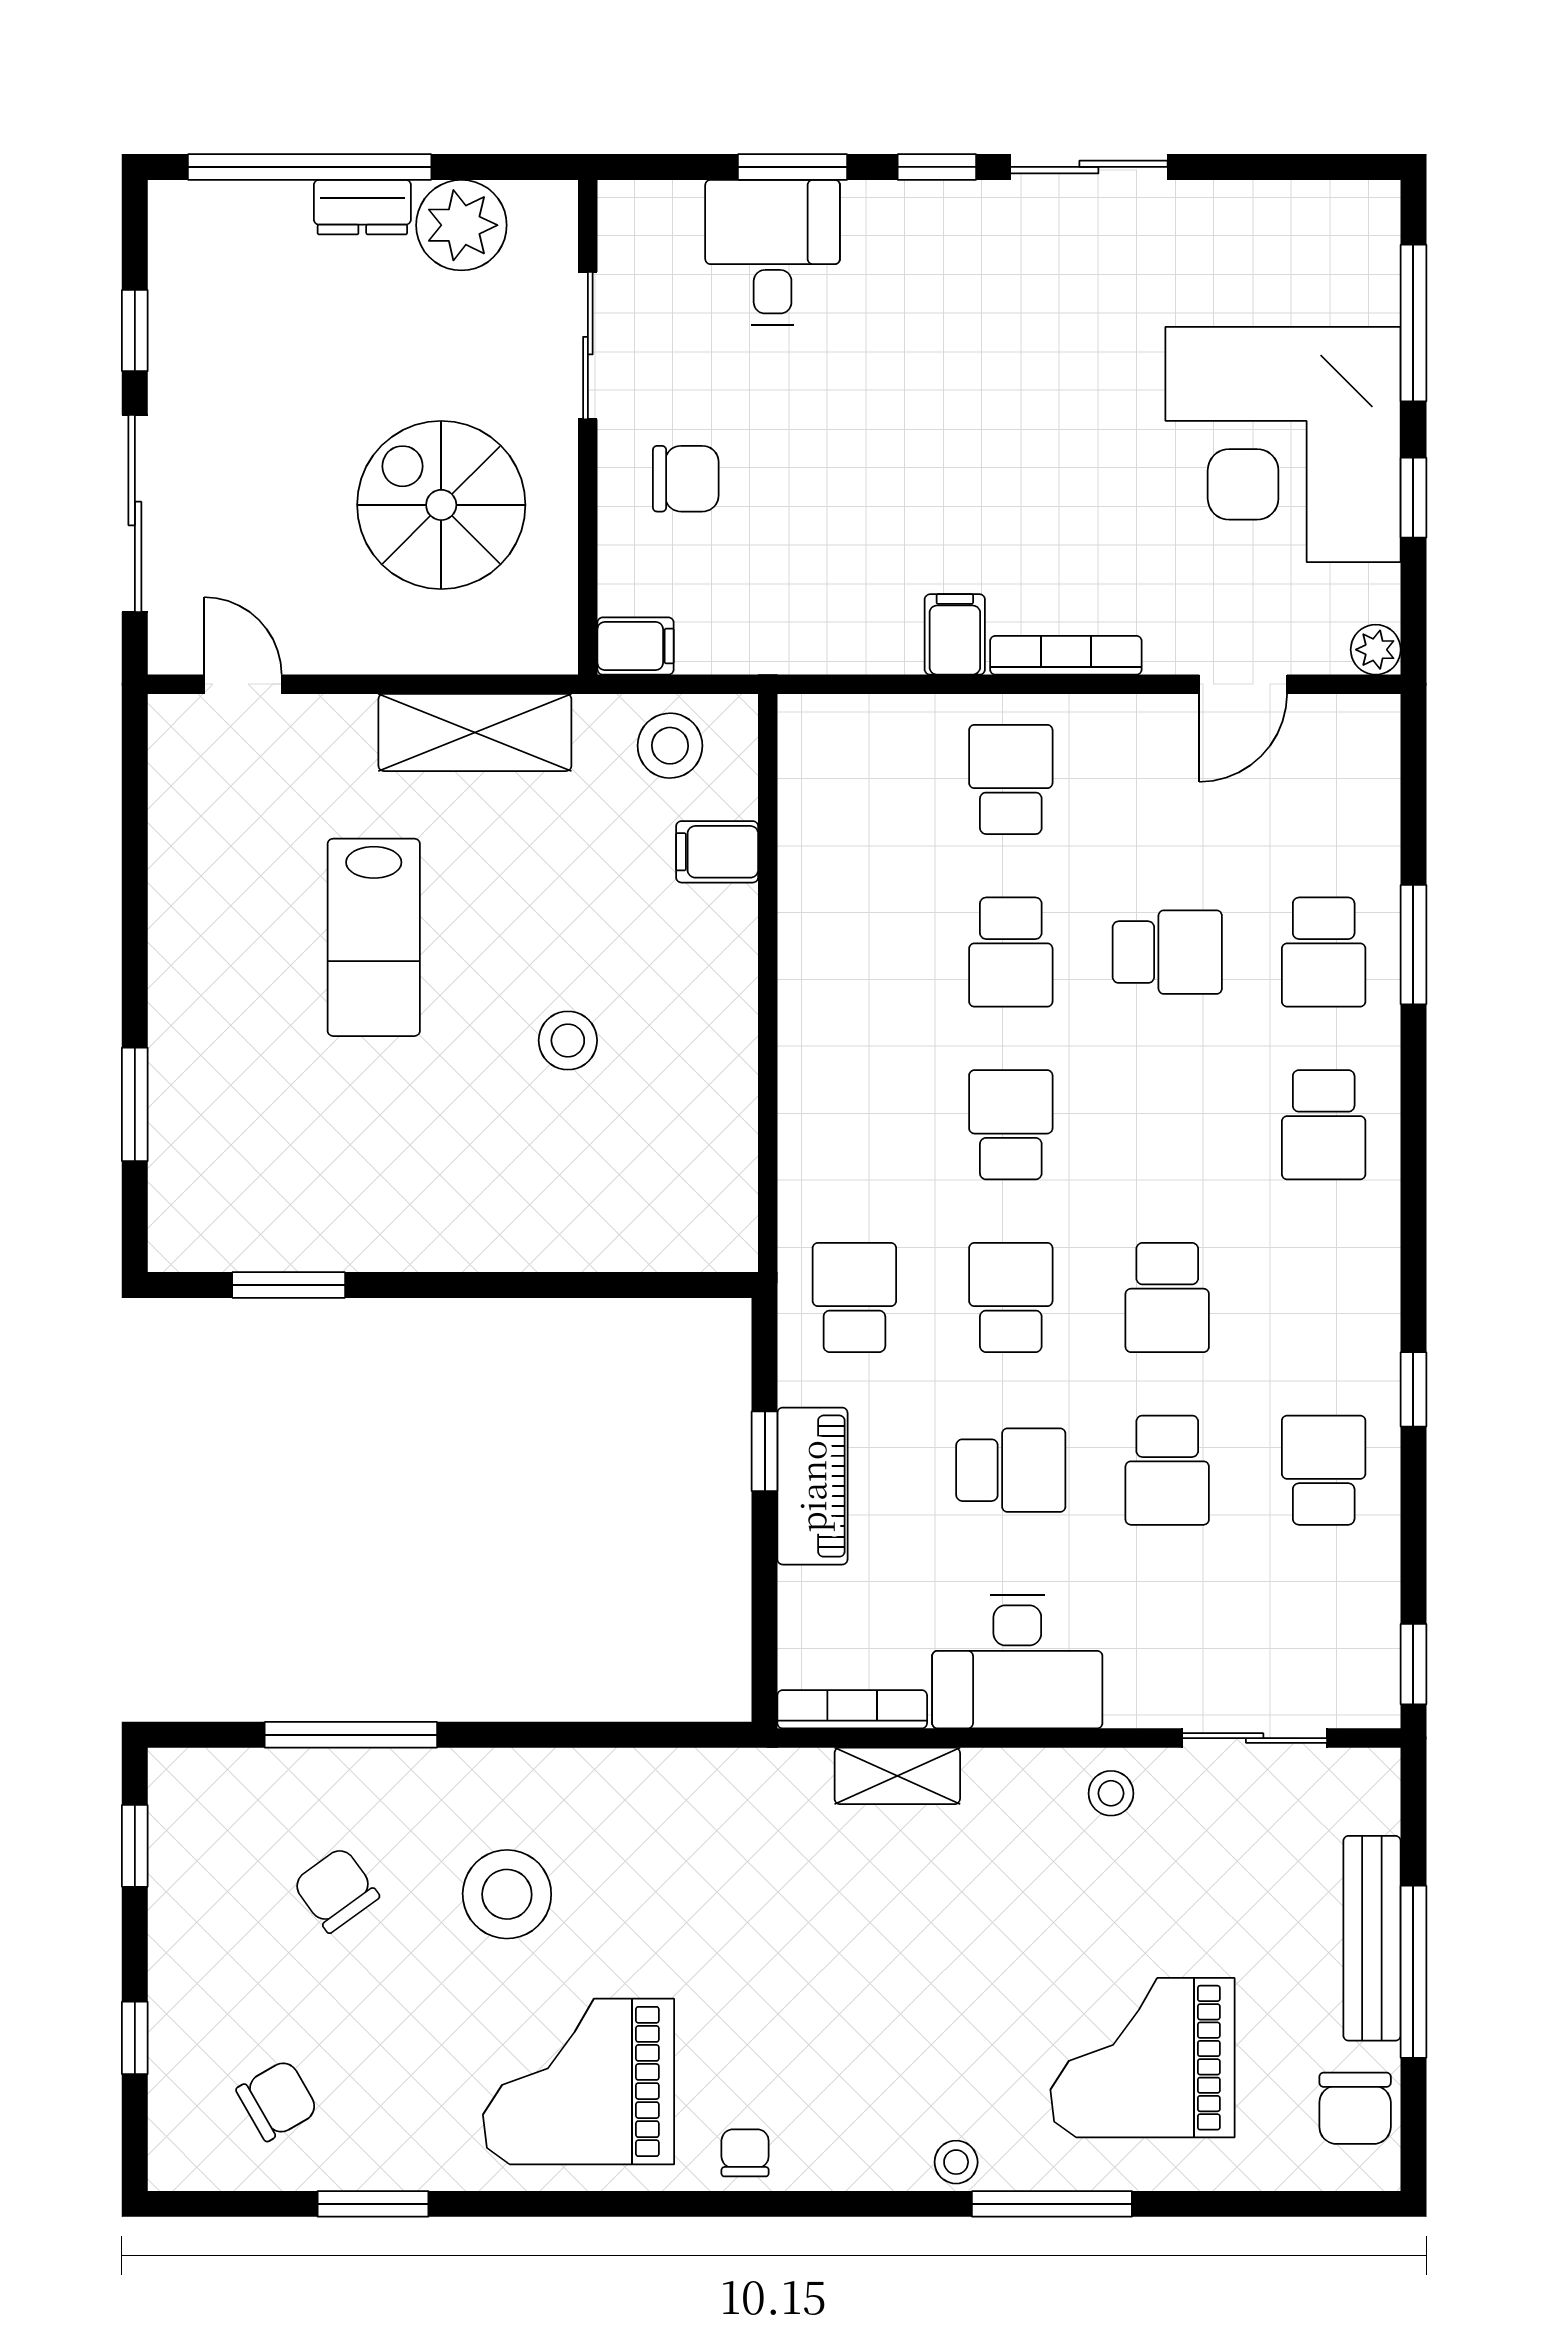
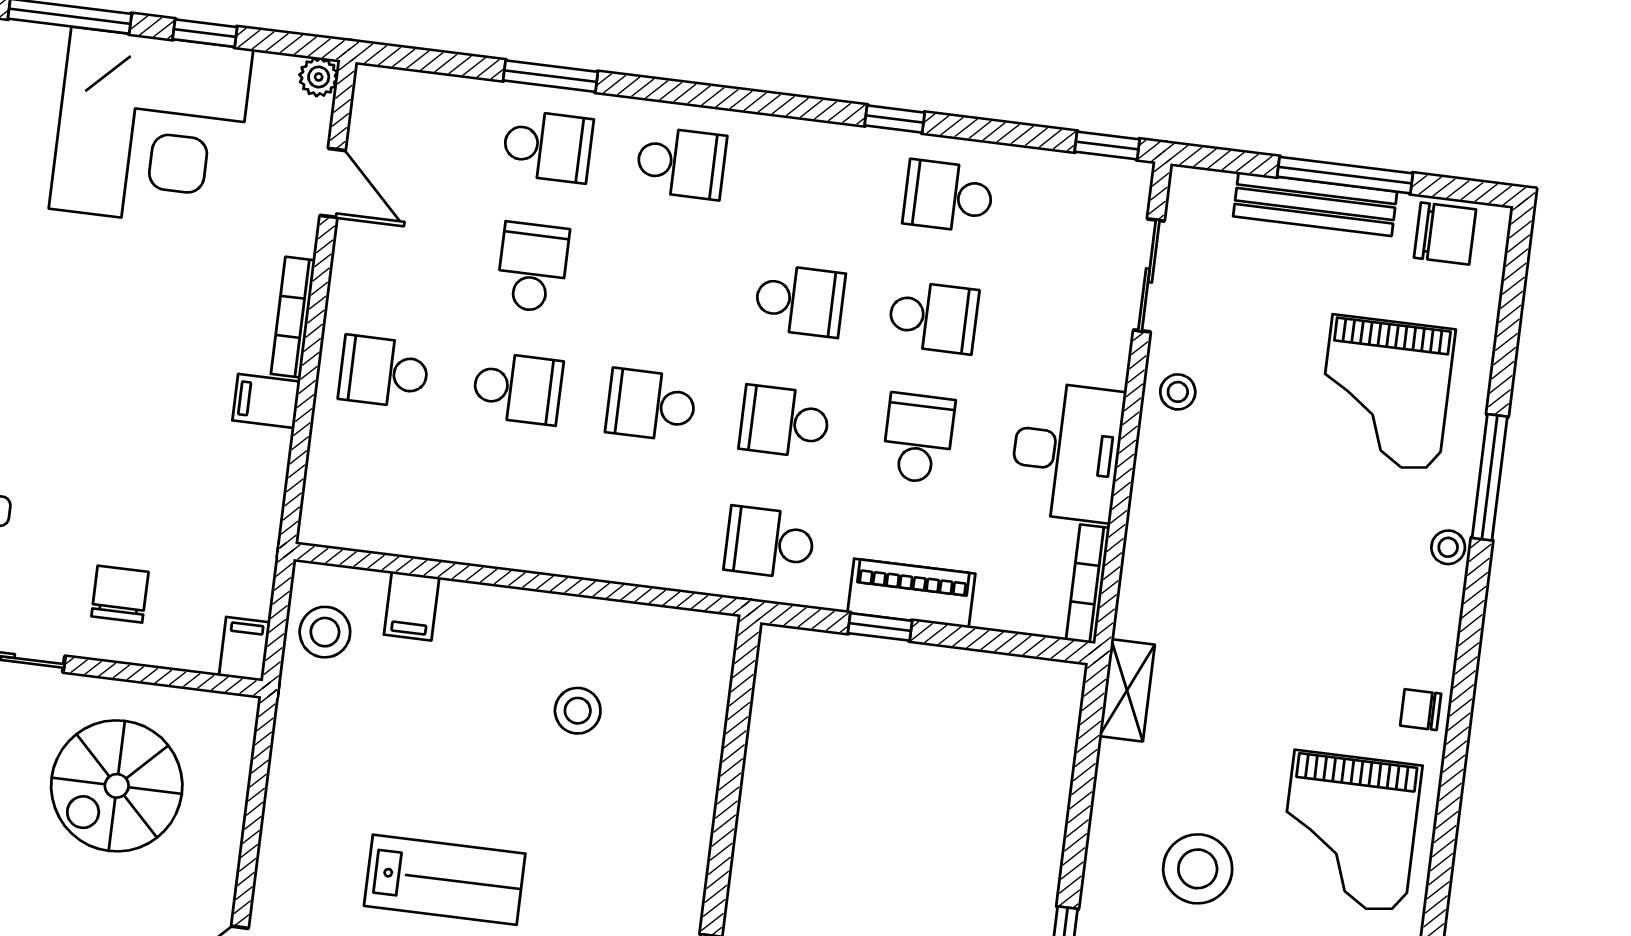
shelving: (475, 732) -> (296, 782), removed
stool: (568, 1040) -> (578, 711), moved
shelving: (897, 1776) -> (1127, 690), moved

